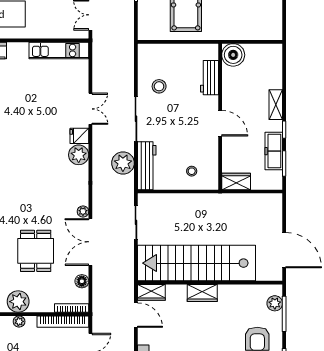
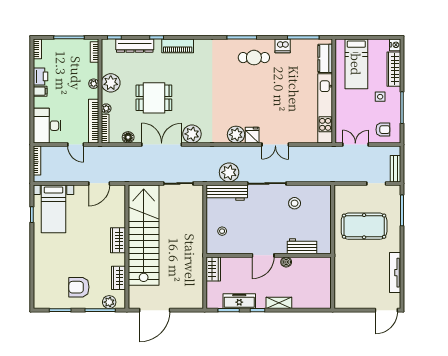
kitchen unit: (59, 50) -> (325, 108), width x1.36
boiler: (233, 55) -> (286, 262), moved, width x0.54, depth x0.54
plant: (83, 211) -> (192, 134), width x1.88, depth x1.88
wardrobe: (151, 292) -> (119, 278), moved
plant: (48, 307) -> (106, 108), added

